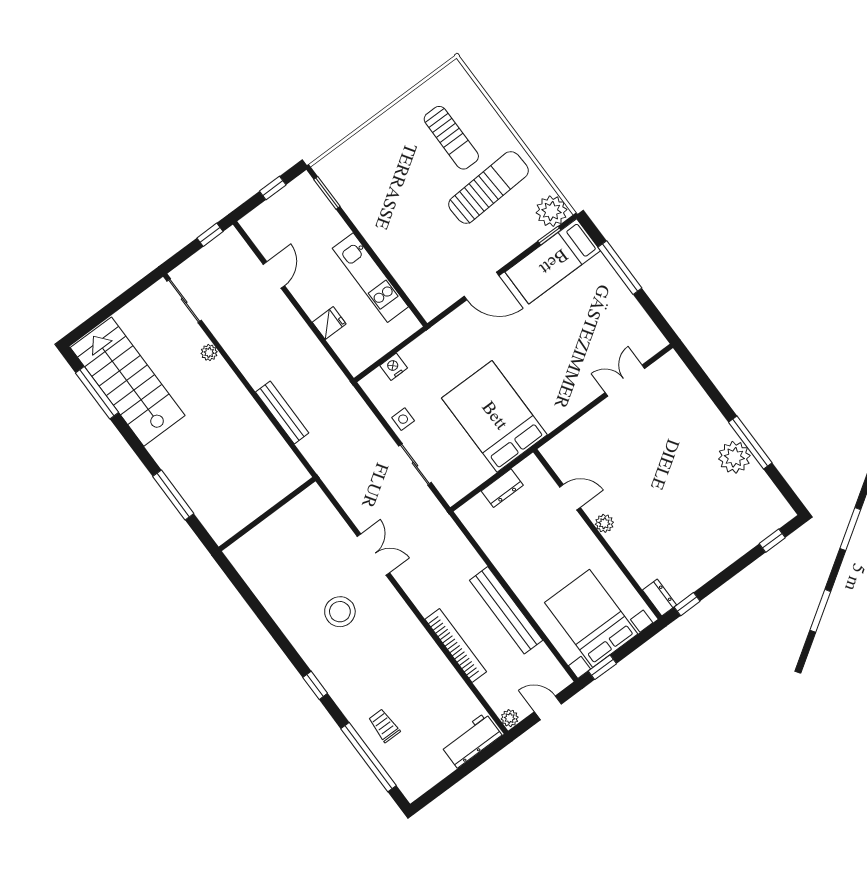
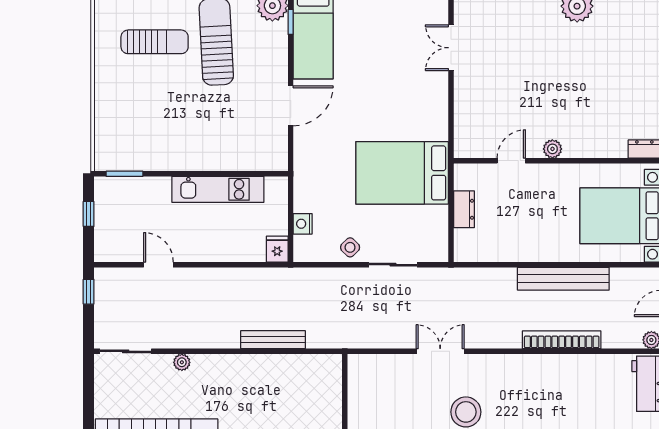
fridge: (329, 323) -> (277, 249), moved
side table: (403, 419) -> (350, 247), turned 45

